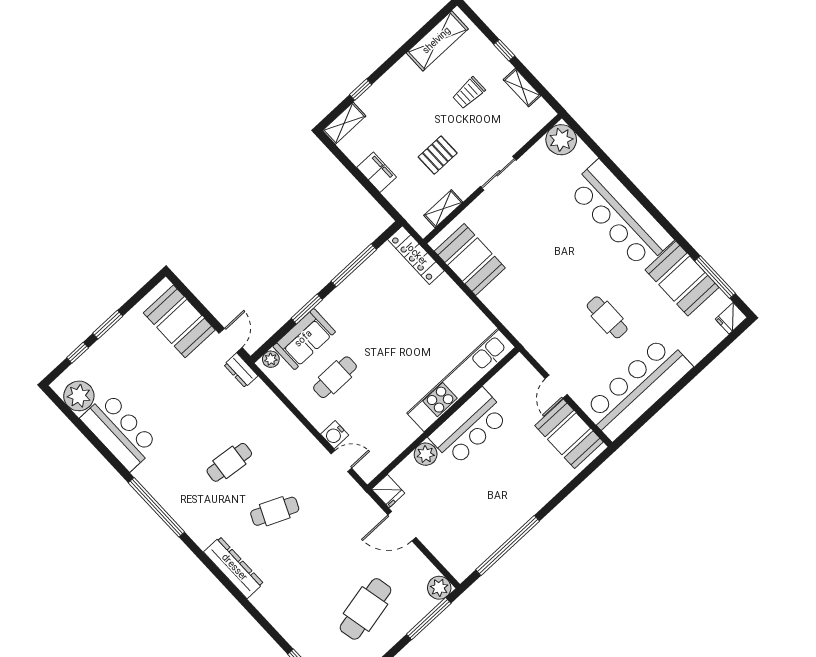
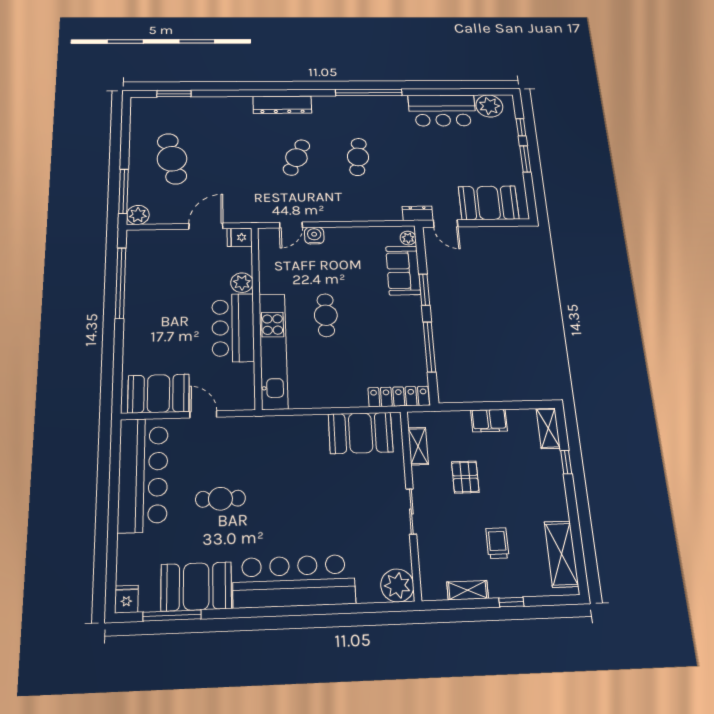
cafe table: (335, 377) -> (326, 315), moved

